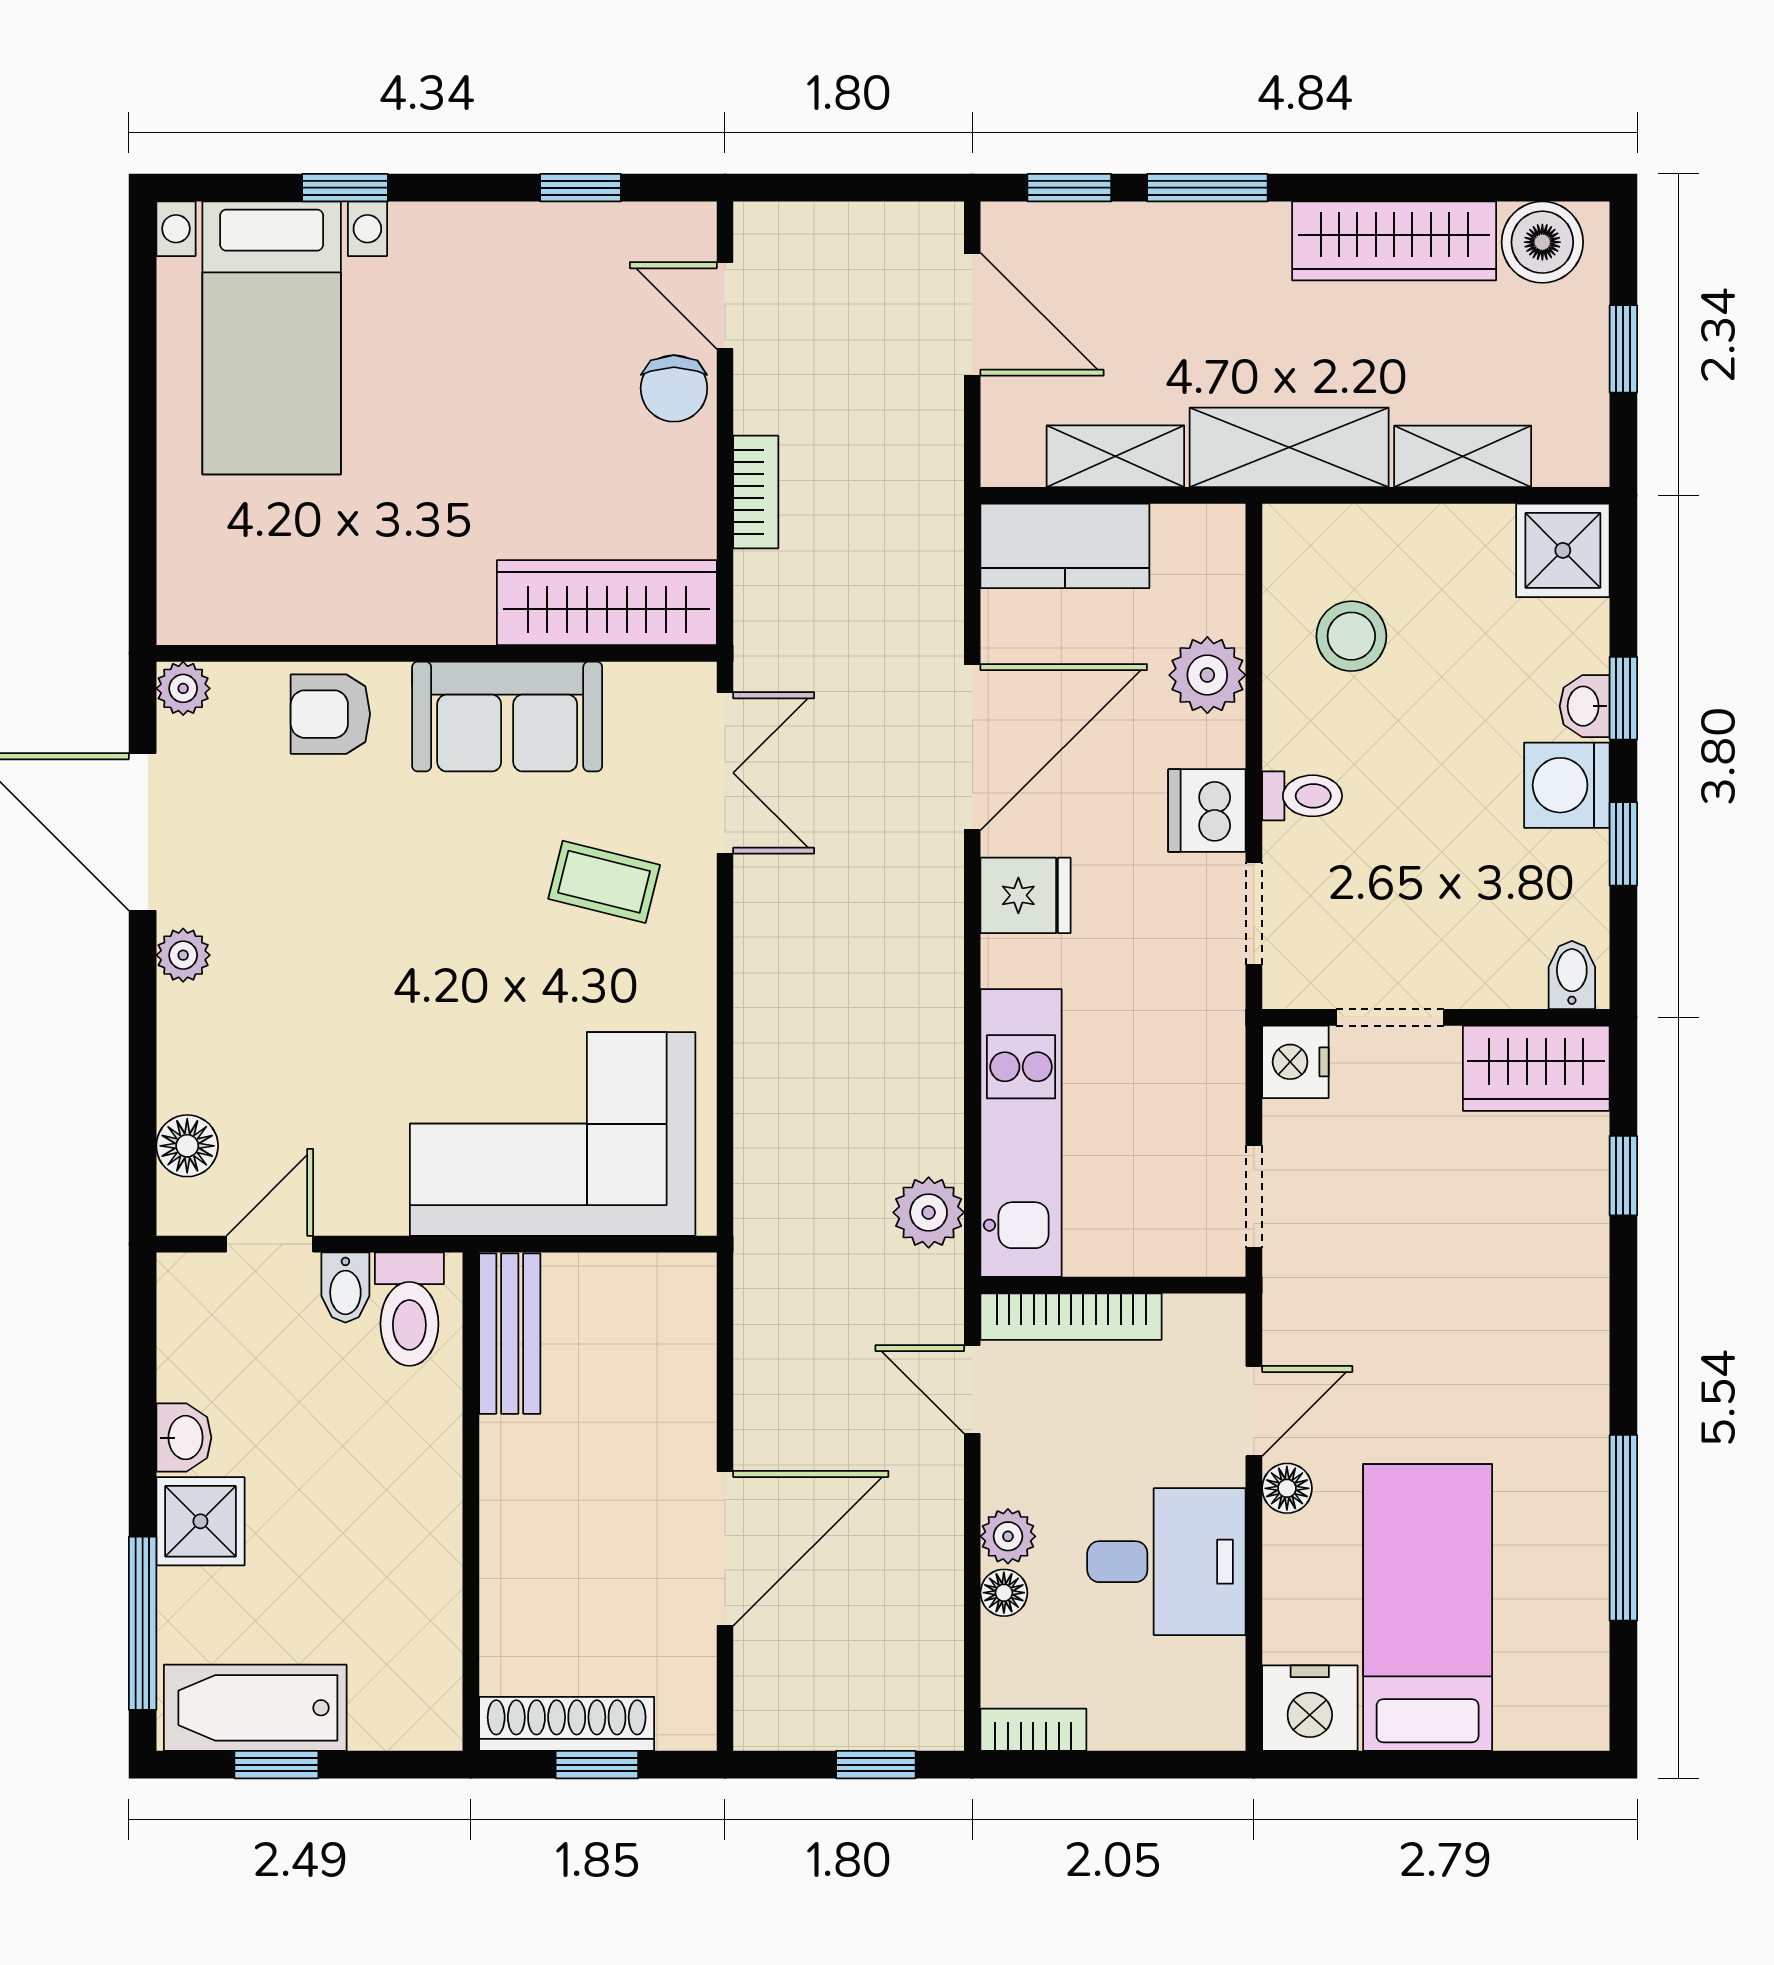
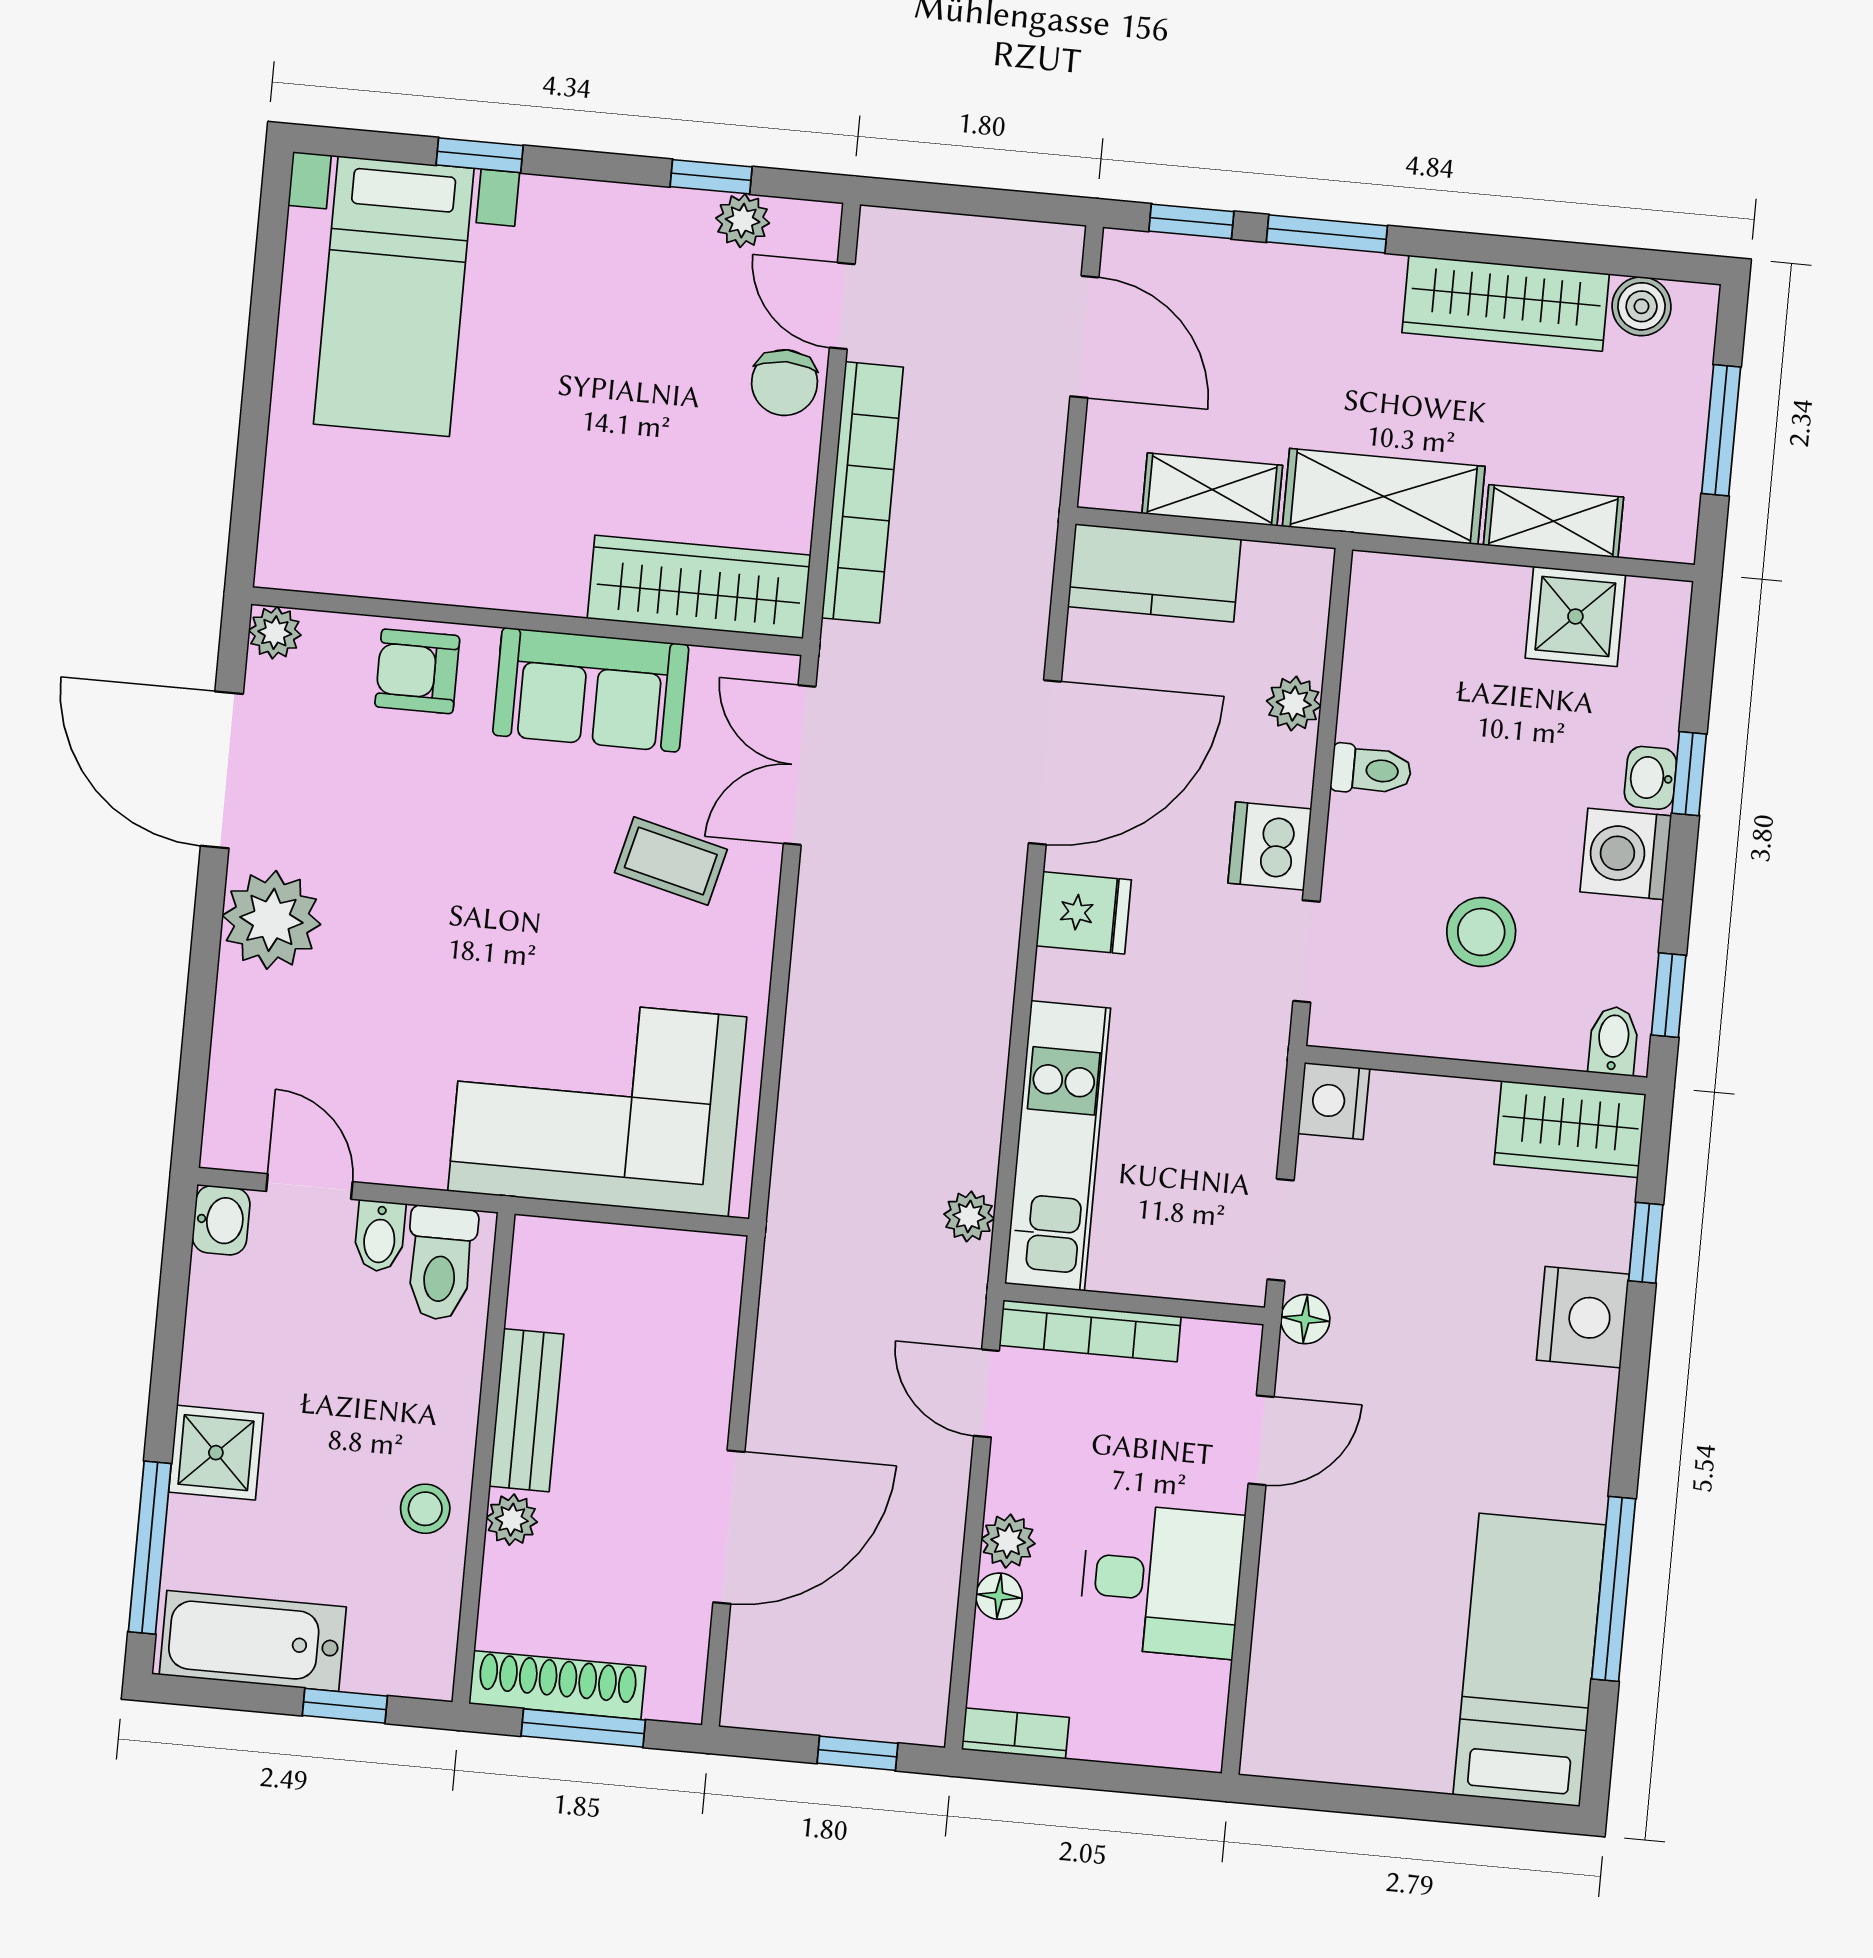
plant: (617, 229) -> (743, 221), added
boiler: (1542, 242) -> (1642, 306), width x0.73, depth x0.73
window: (1623, 349) -> (1721, 430), width x1.50
bookcase: (756, 492) -> (862, 492), width x2.31, depth x1.31
shower: (1563, 550) -> (1575, 616), moved
stool: (1351, 636) -> (1481, 932), moved
plant: (1207, 675) -> (1294, 704), width x0.73, depth x0.73
double door: (725, 773) -> (800, 765), swing flipped
toilet: (1302, 796) -> (1371, 770), moved
window: (1623, 844) -> (1669, 995), moved
plant: (183, 955) -> (271, 920), width x1.88, depth x1.88
doorway: (1390, 1017) -> (1431, 1066), removed
floor lamp: (187, 1146) -> (237, 1082), removed
plant: (929, 1212) -> (969, 1216), width x0.73, depth x0.73
door: (270, 1244) -> (309, 1187), hinge flipped
bench: (510, 1334) -> (526, 1410), moved
washbasin: (184, 1438) -> (221, 1220), moved
floor lamp: (1287, 1488) -> (1305, 1319), moved
stool: (417, 1558) -> (425, 1509), added
plant: (505, 1561) -> (512, 1520), added
bed: (1428, 1607) -> (1529, 1660), moved
nightstand: (1310, 1708) -> (1583, 1317), moved, turned -90
window: (276, 1765) -> (345, 1706), moved
window: (597, 1765) -> (583, 1728), width x1.50

